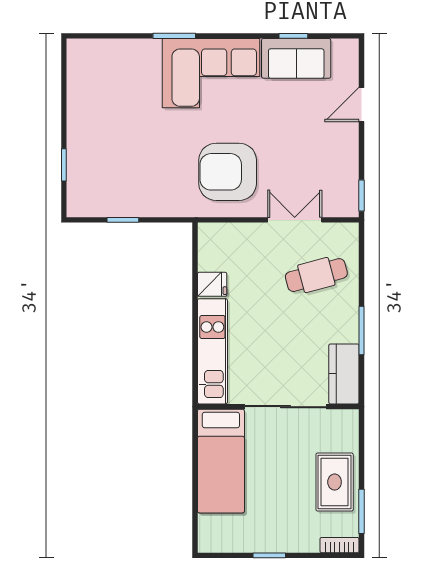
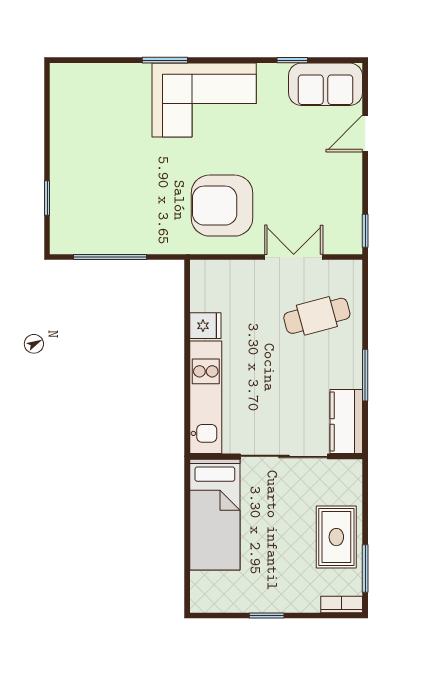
sofa: (296, 58) -> (326, 84), moved
window: (123, 220) -> (110, 257), width x2.17

